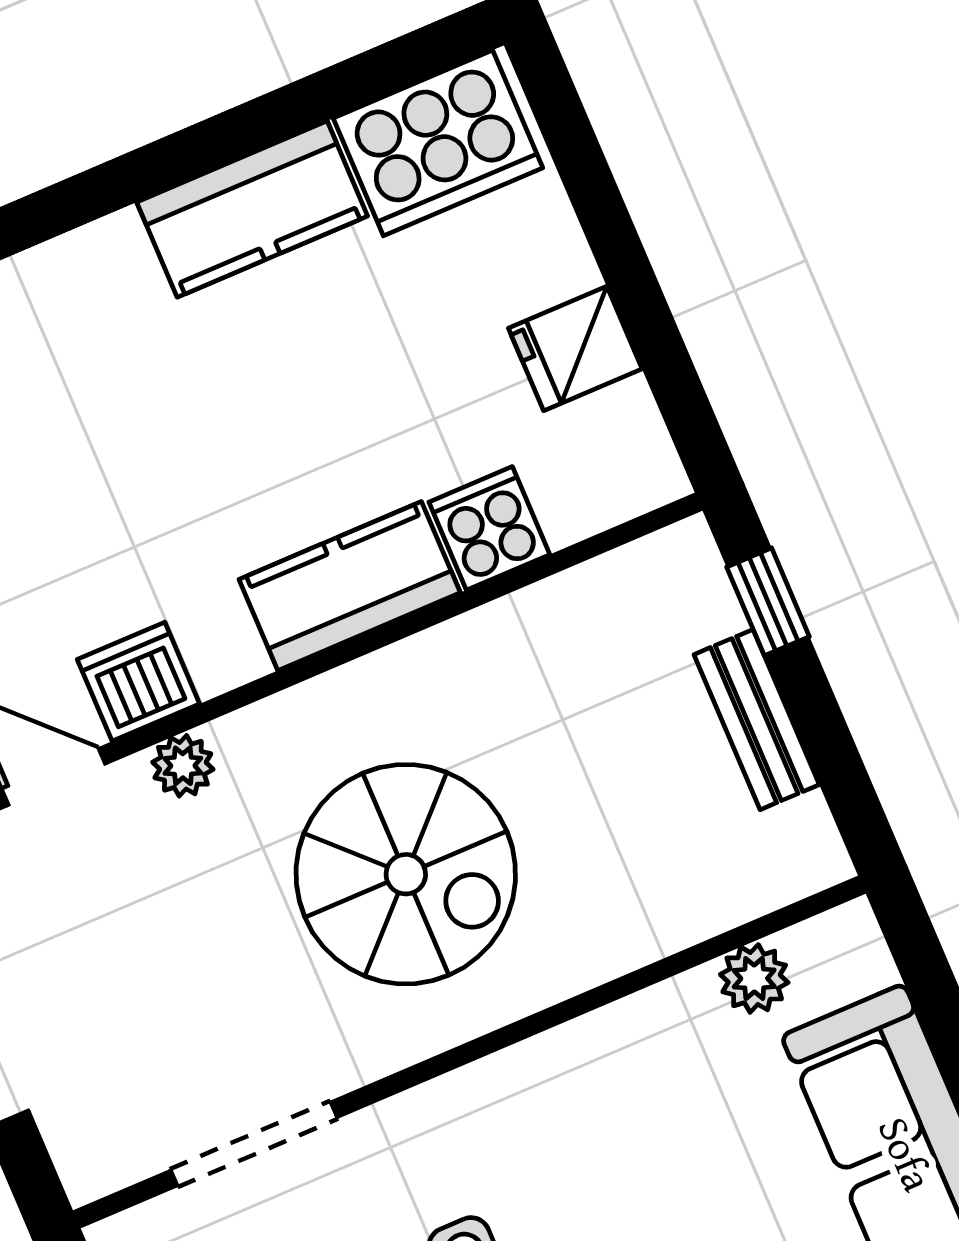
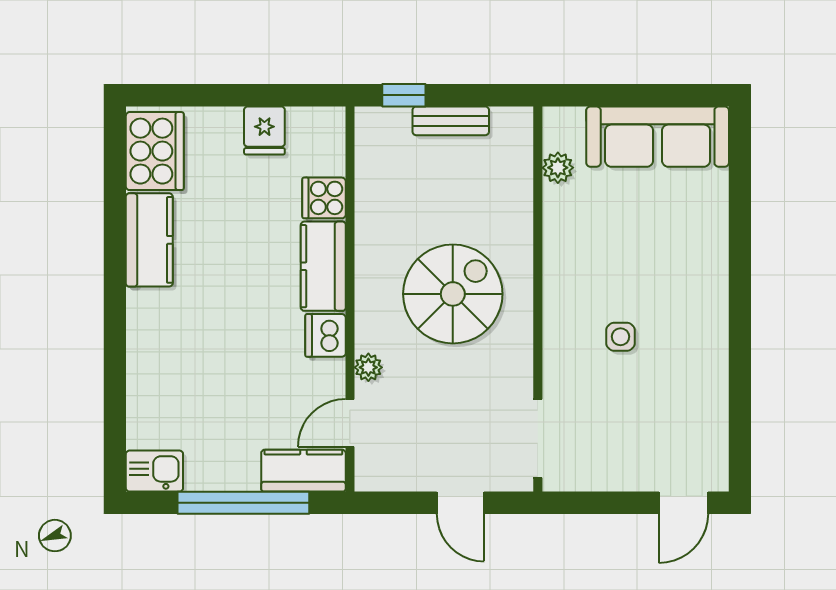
dishwasher: (138, 682) -> (325, 335), moved
doorway: (254, 1144) -> (538, 439), moved

